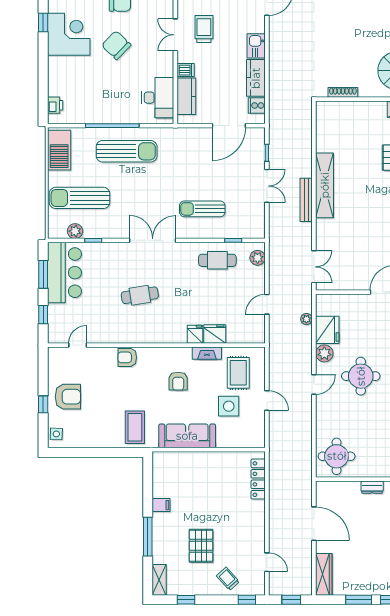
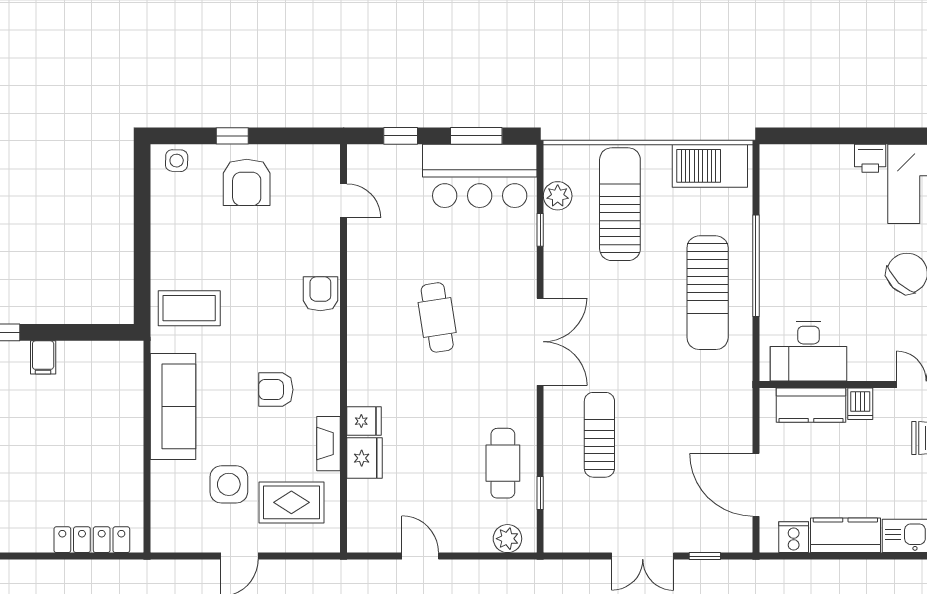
printer: (55, 105) -> (870, 158), moved

